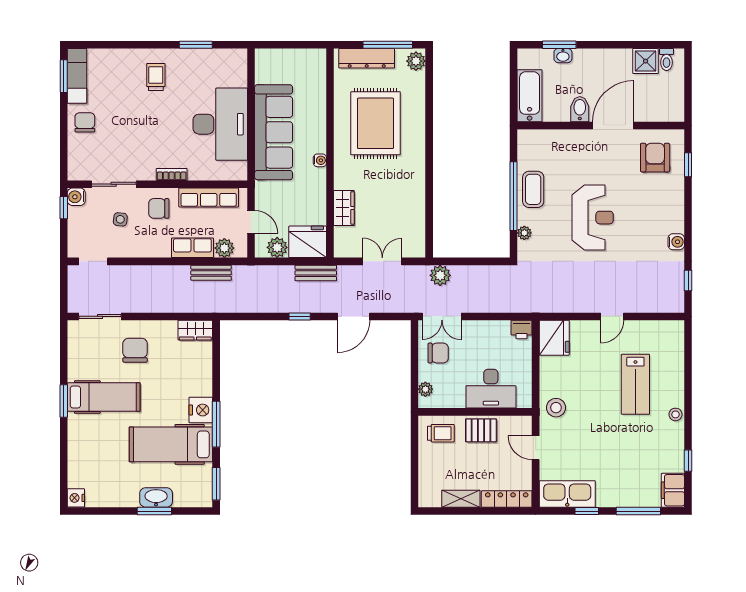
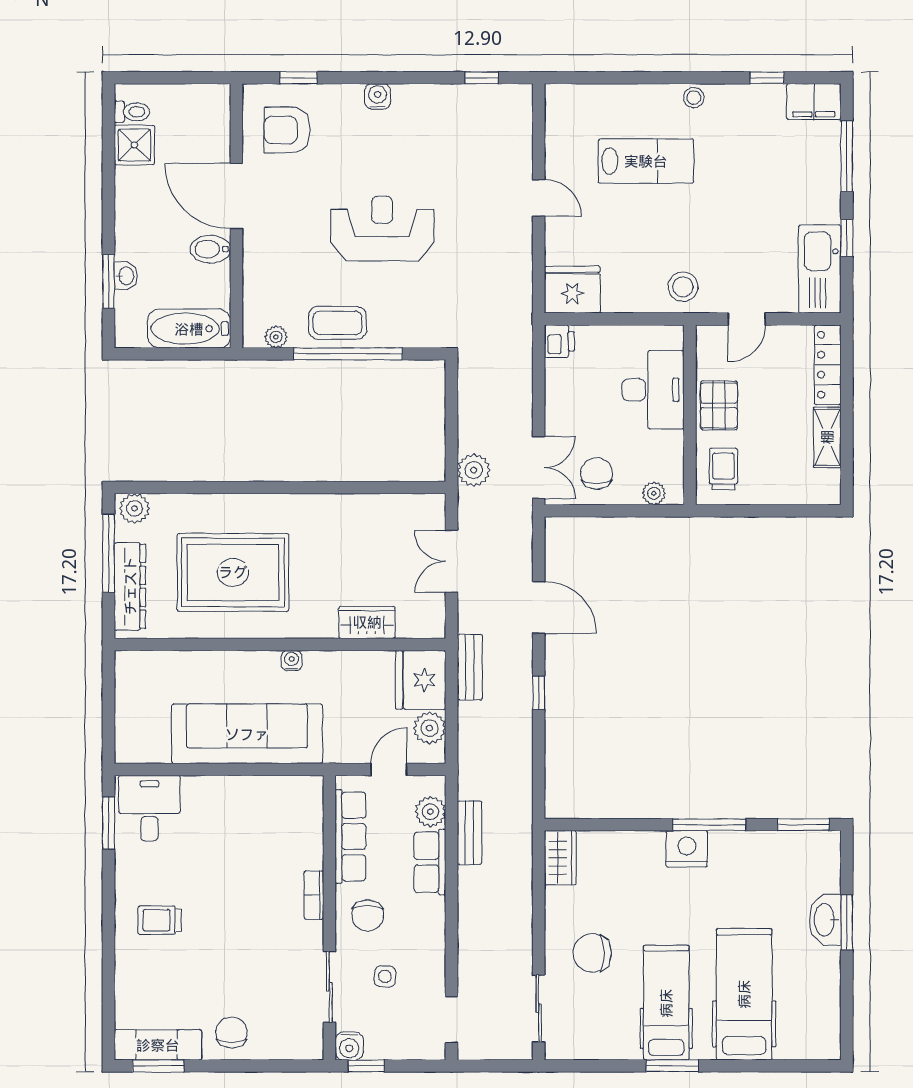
window: (196, 45) -> (109, 823), moved
chair: (85, 122) -> (231, 1032), turned 90
desk: (220, 124) -> (149, 808), moved, width x0.53, depth x0.77
plant: (524, 233) -> (276, 337), moved
water cooler: (676, 242) -> (378, 96), moved
hospital bed: (171, 444) -> (744, 994), moved, turned 180
nightstand: (76, 498) -> (826, 1047), removed

